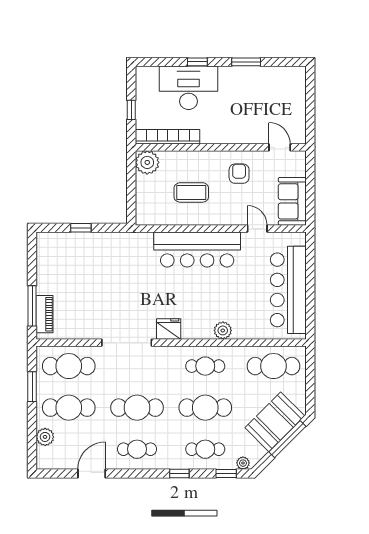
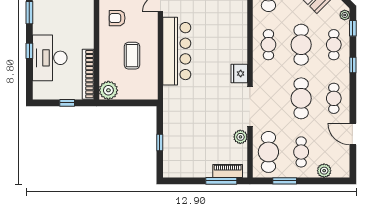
plant: (223, 330) -> (240, 137), moved
cafe table: (69, 408) -> (301, 152), width x0.73, depth x0.74

